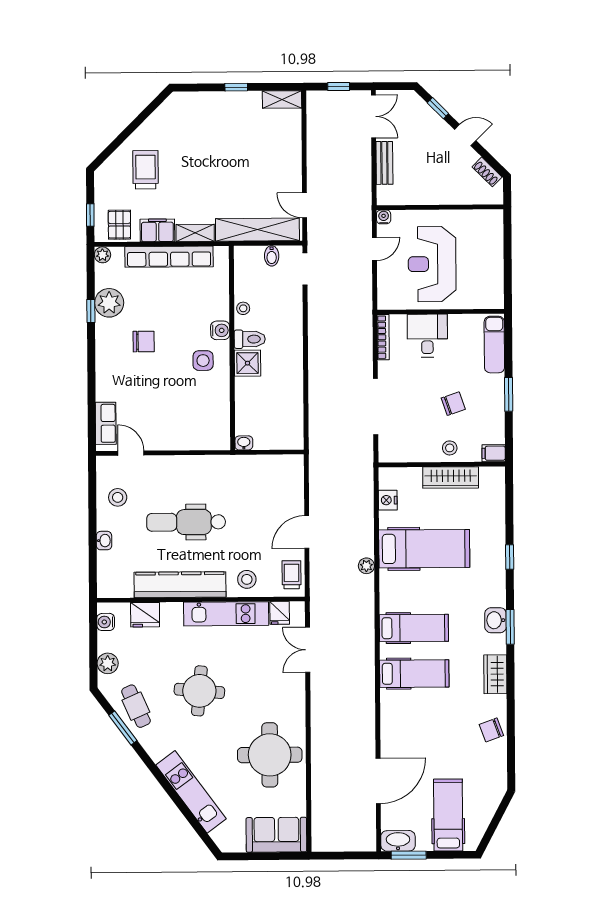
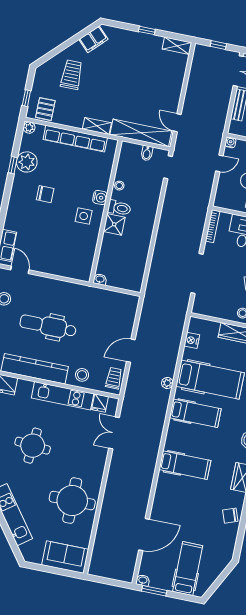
filing cabinet: (157, 230) -> (94, 39), moved, turned 135
hospital bed: (414, 628) -> (195, 413), moved
washbasin: (398, 841) -> (143, 580), width x0.52, depth x0.69

